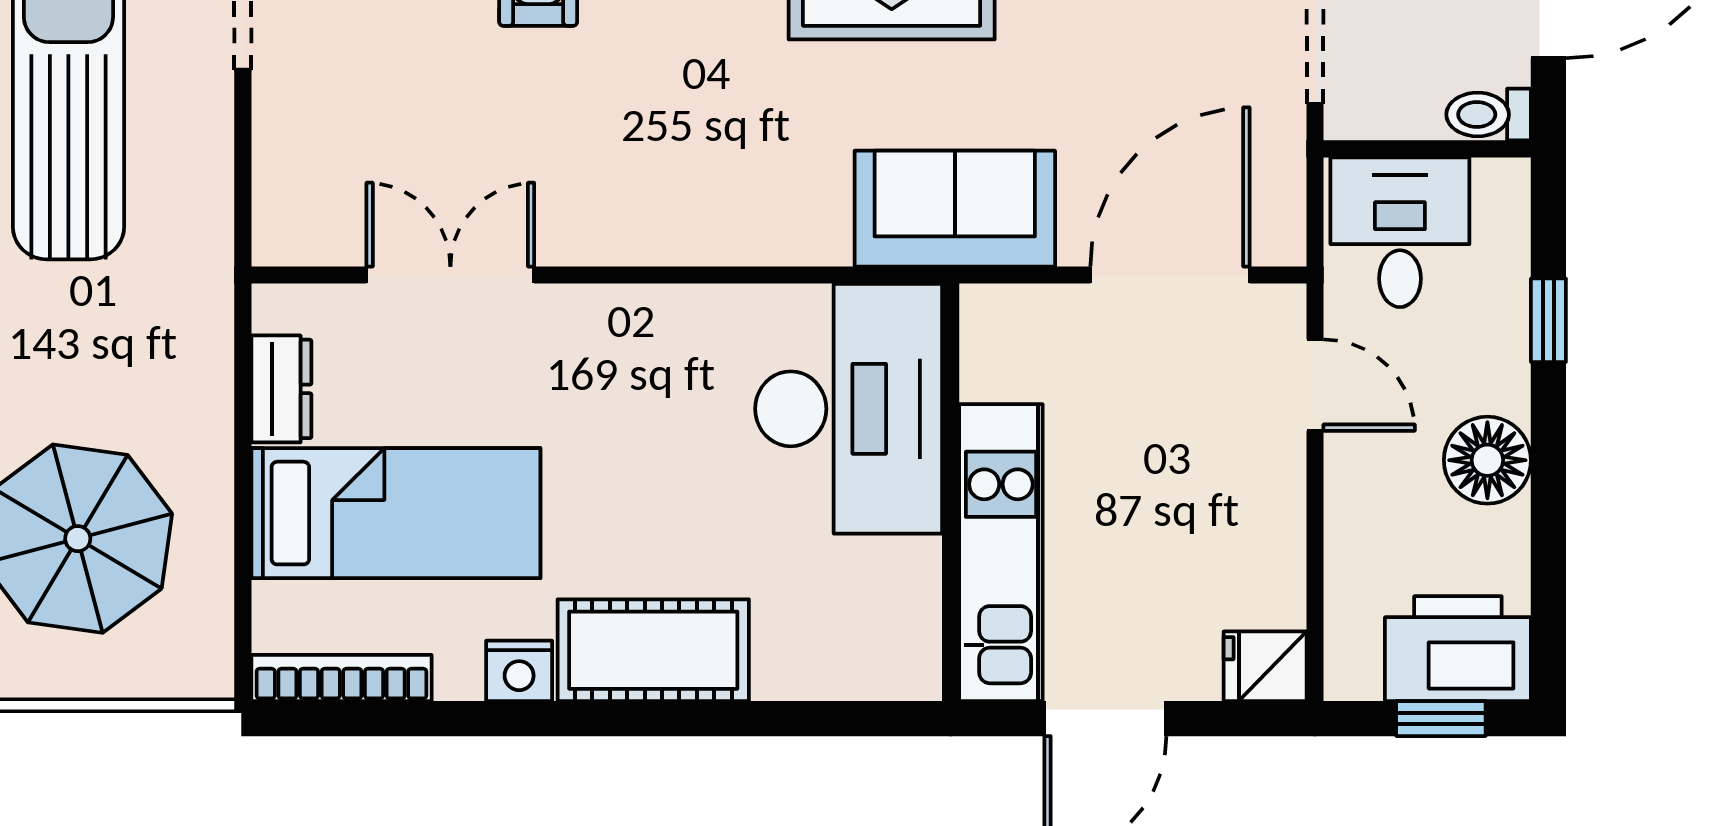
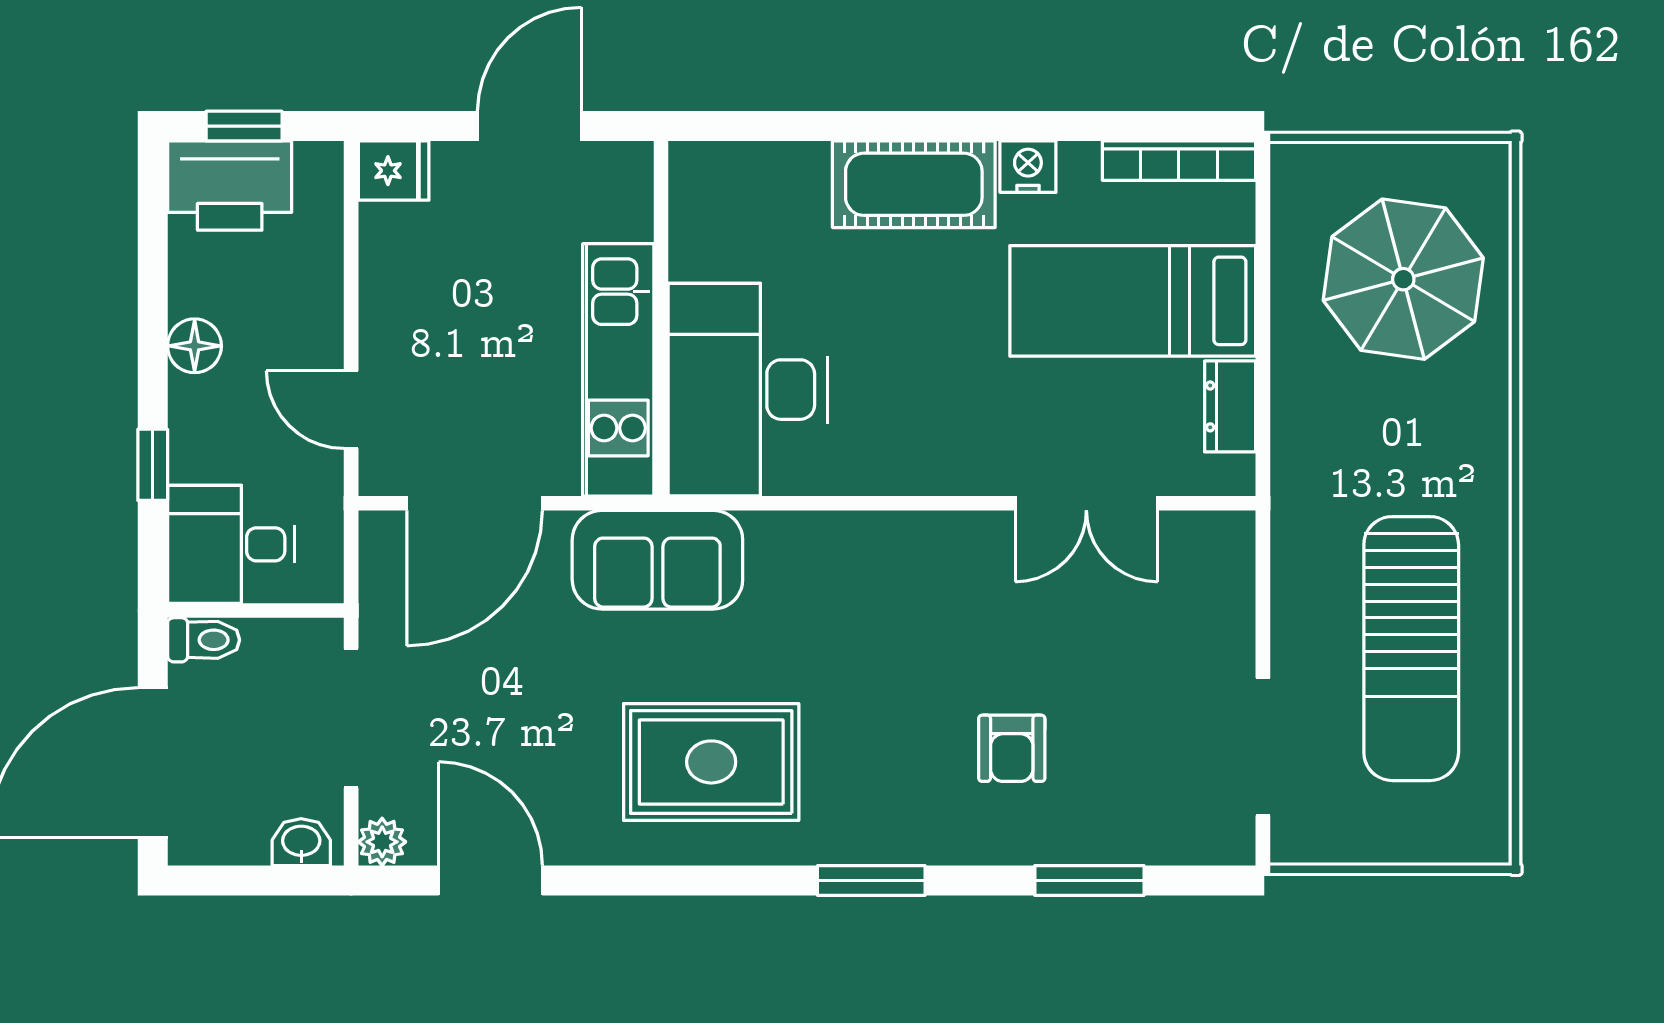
desk: (1400, 232) -> (231, 544), moved, turned 90
floor lamp: (1487, 460) -> (195, 346), width x0.73, depth x0.73
kitchen unit: (1001, 553) -> (618, 370), moved

